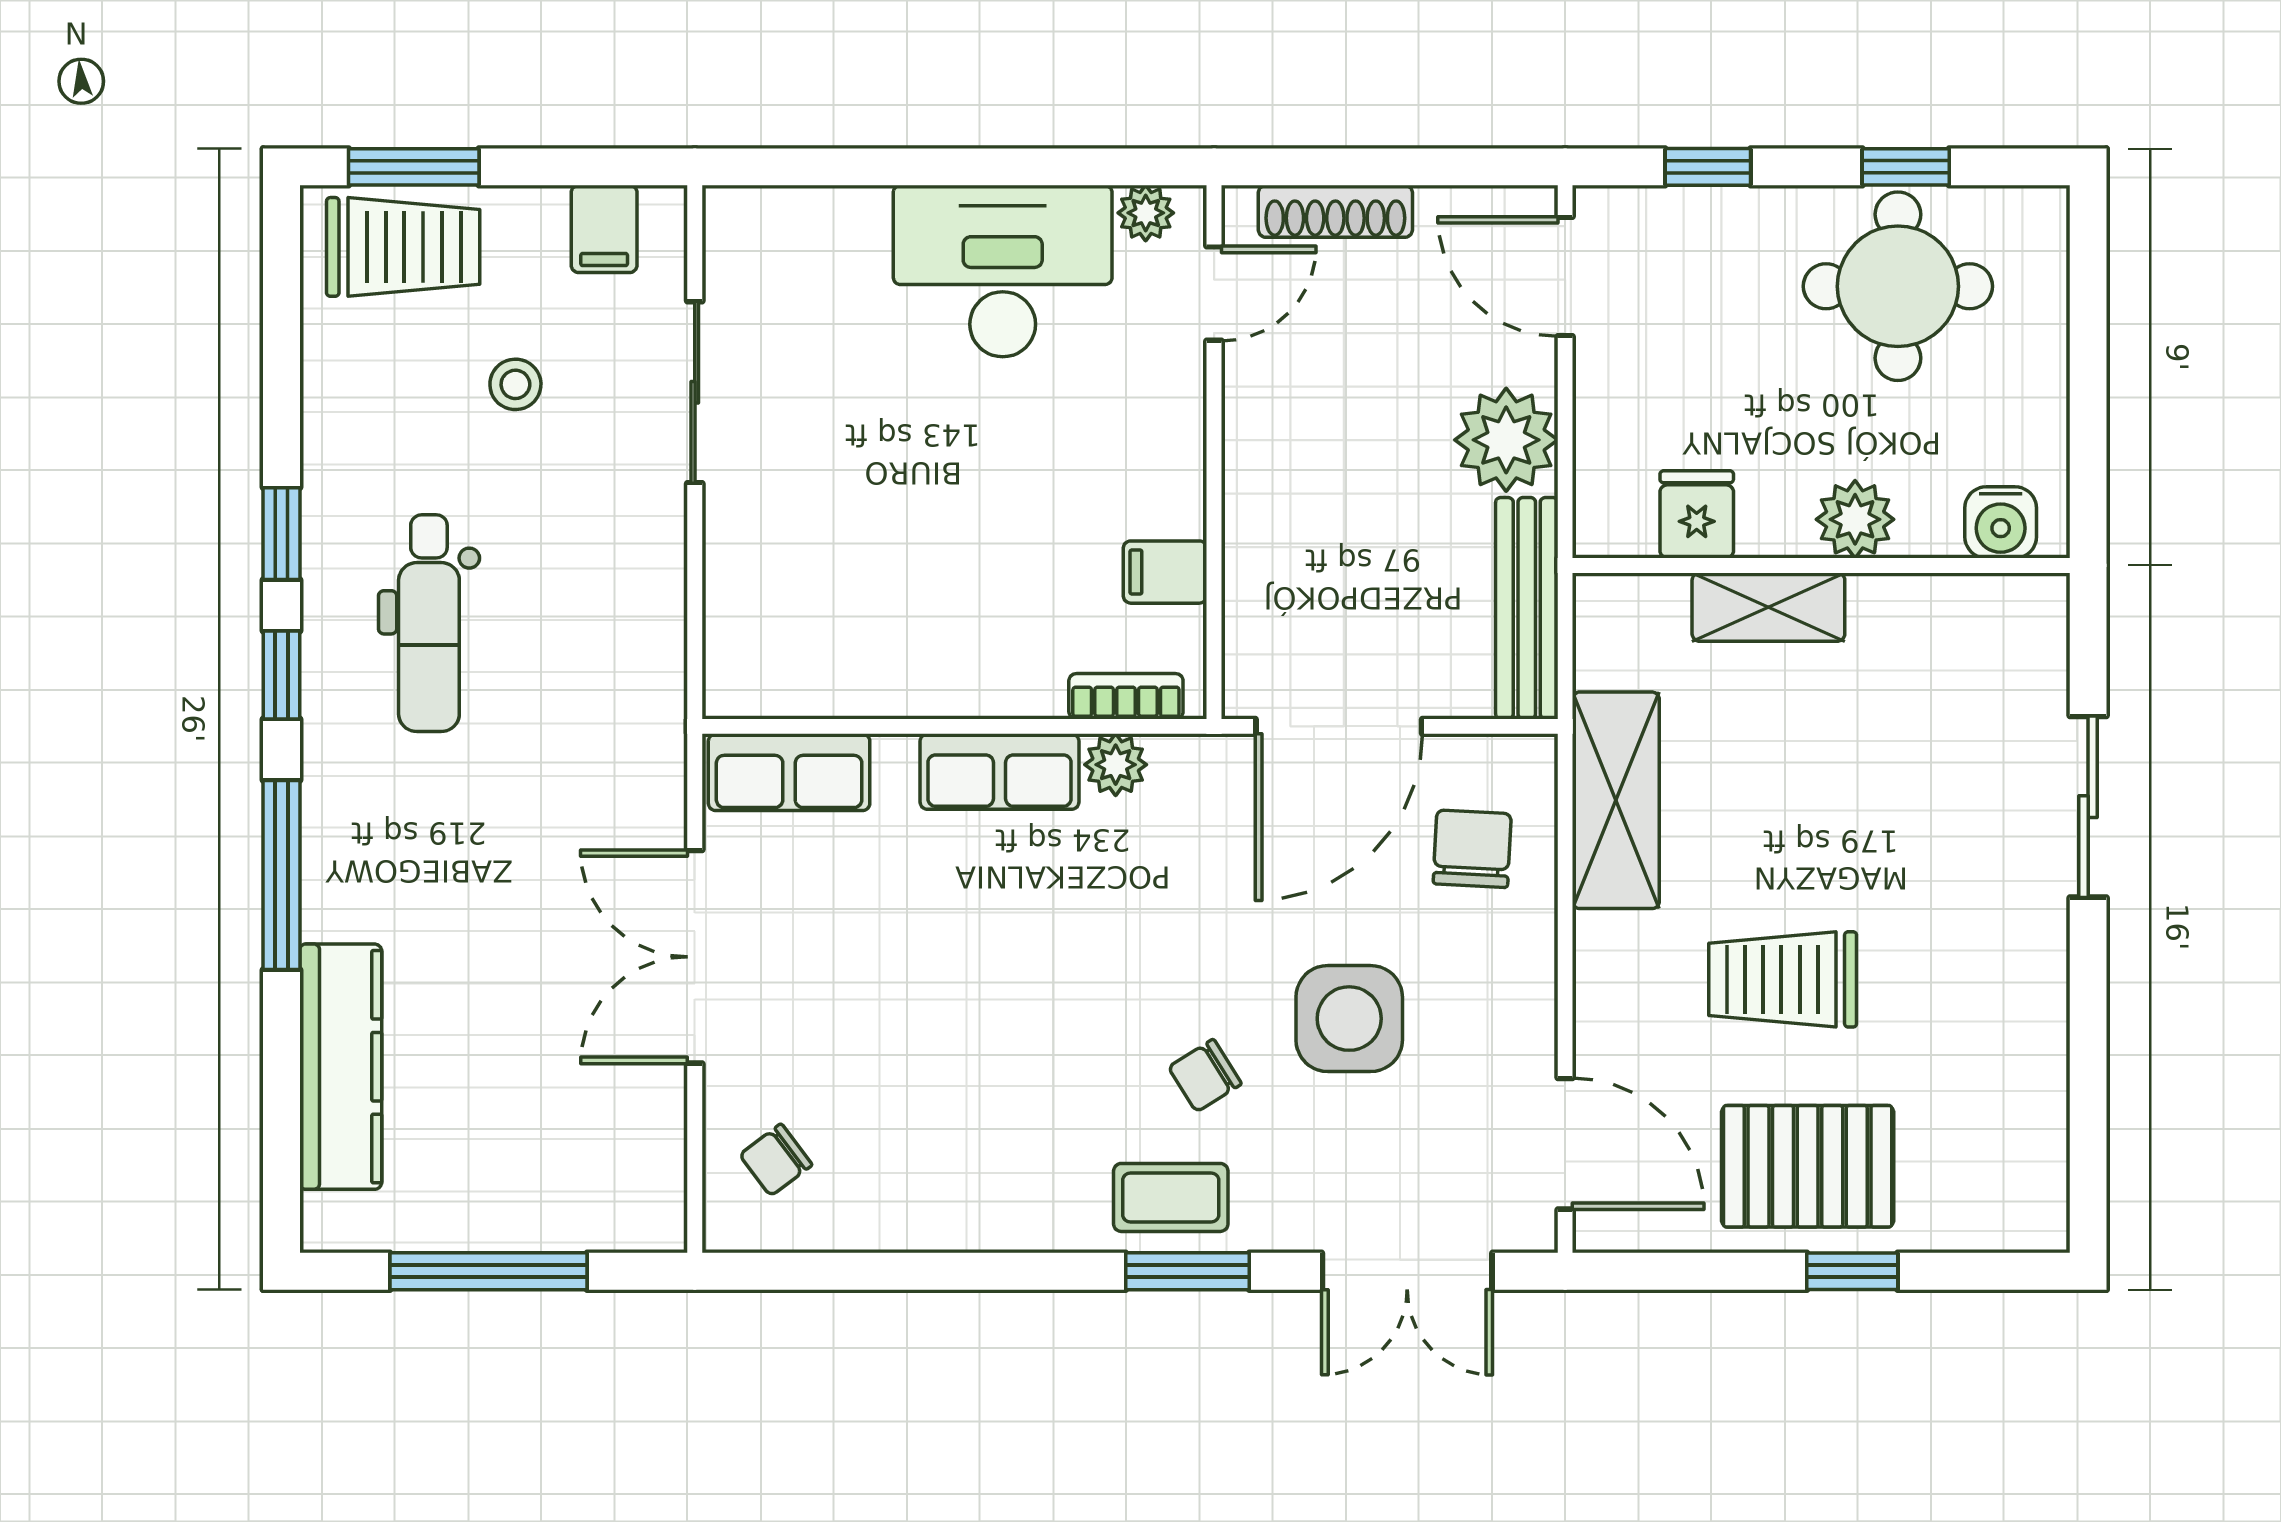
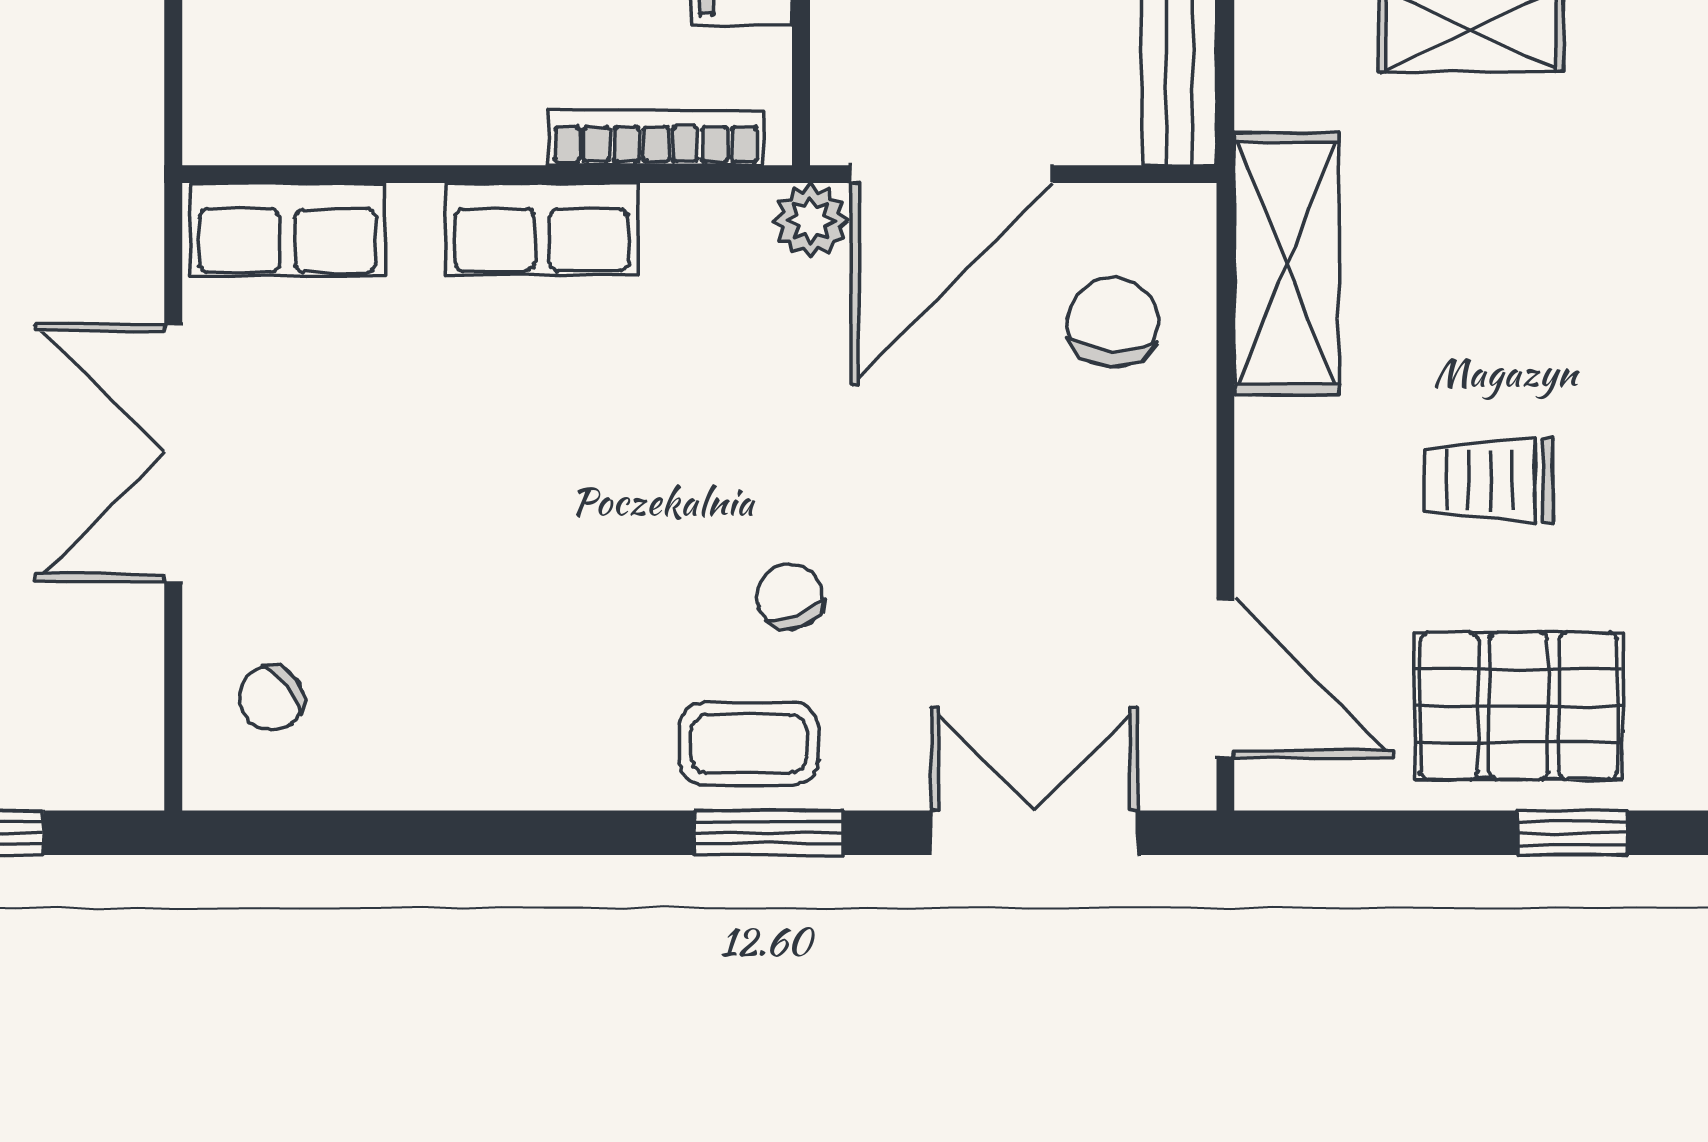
bookcase: (1126, 696) -> (656, 138), width x1.56
plant: (1116, 765) -> (811, 220), moved
trolley: (1783, 979) -> (1488, 480), width x0.73, depth x0.72
side table: (1349, 1019) -> (964, 527), removed
chair: (1205, 1076) -> (790, 596), turned 101
double door: (1407, 1271) -> (1034, 833), swing flipped

